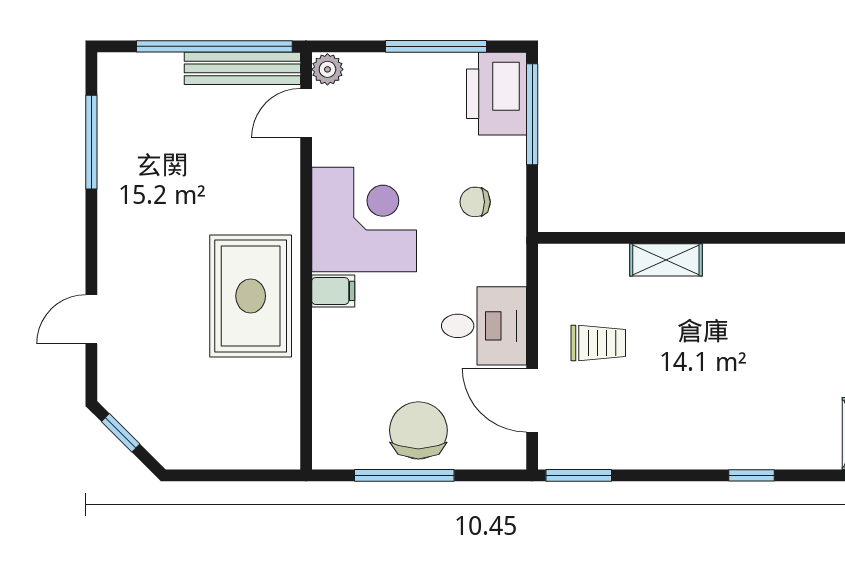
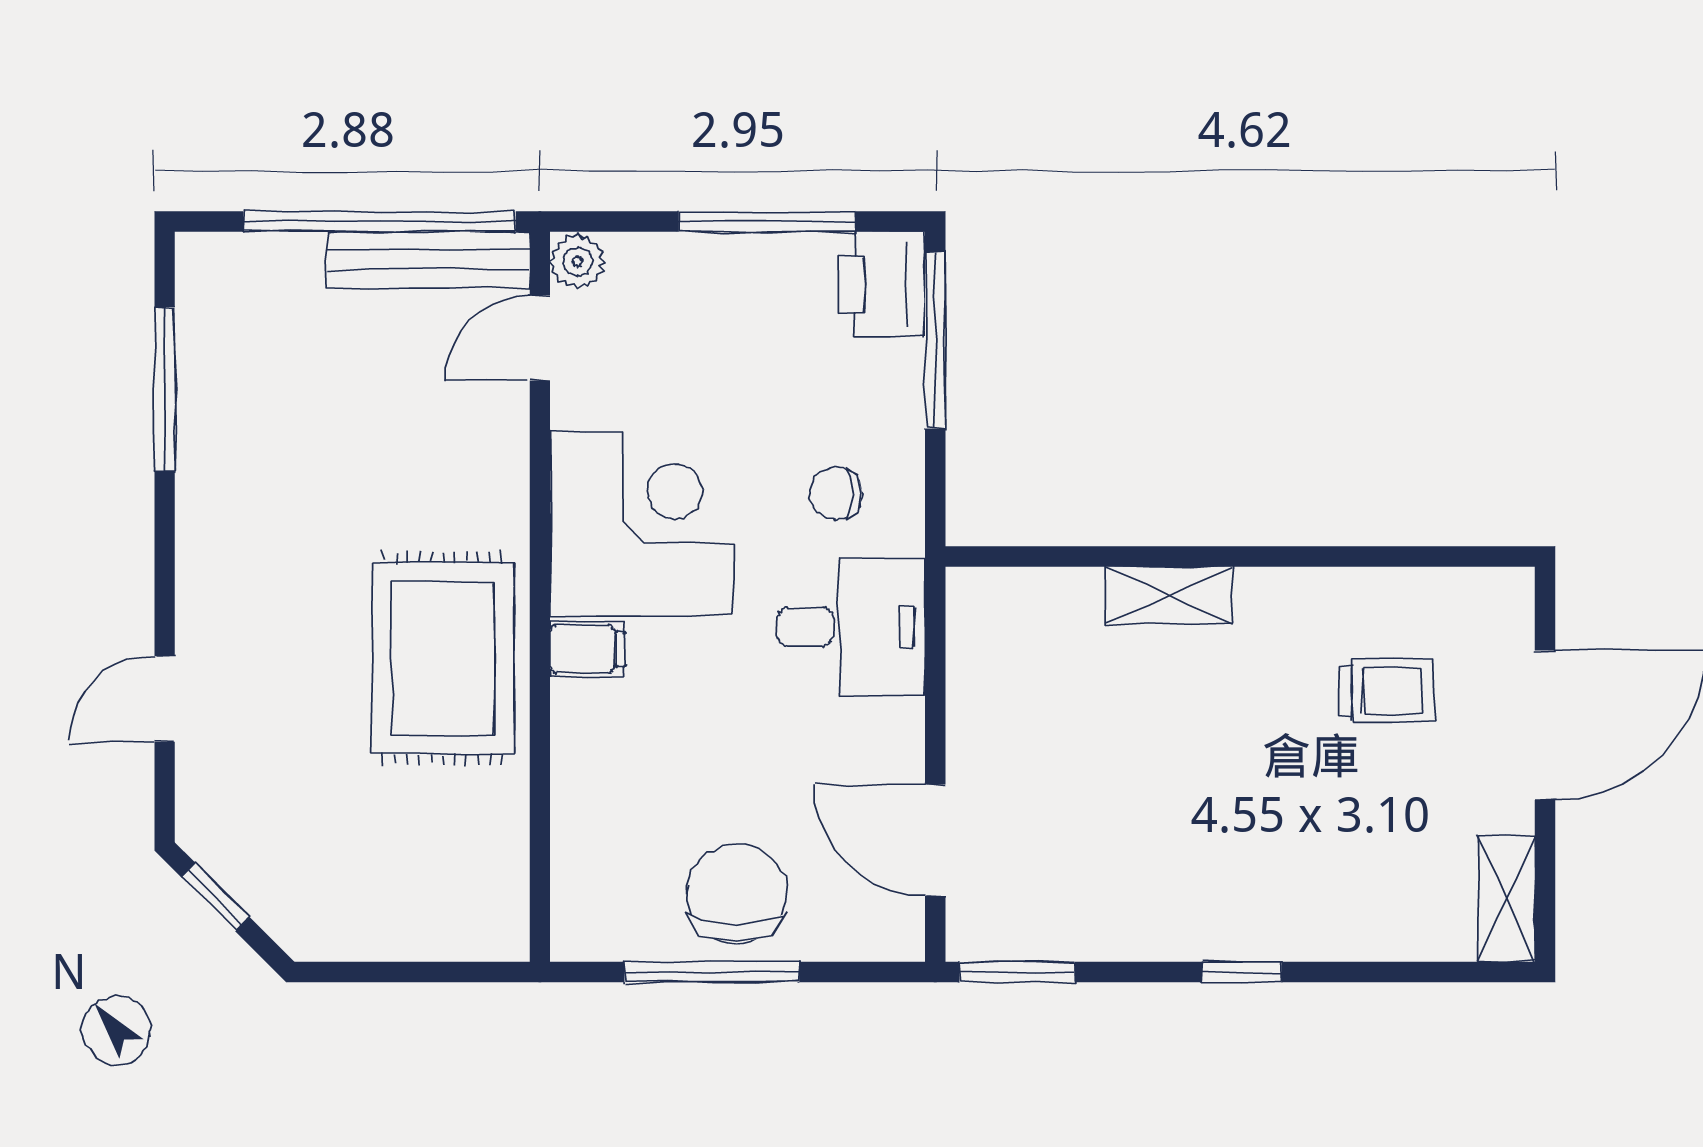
printer: (496, 94) -> (881, 284), width x0.73, depth x0.84
desk: (484, 326) -> (851, 627), moved
trolley: (598, 343) -> (1386, 691), moved
window: (752, 475) -> (1242, 972), moved

